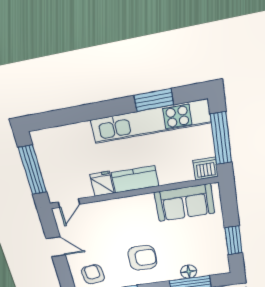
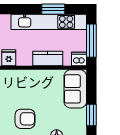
kitchen counter: (135, 179) -> (48, 58), moved
sofa: (184, 203) -> (75, 89), moved, turned 90

